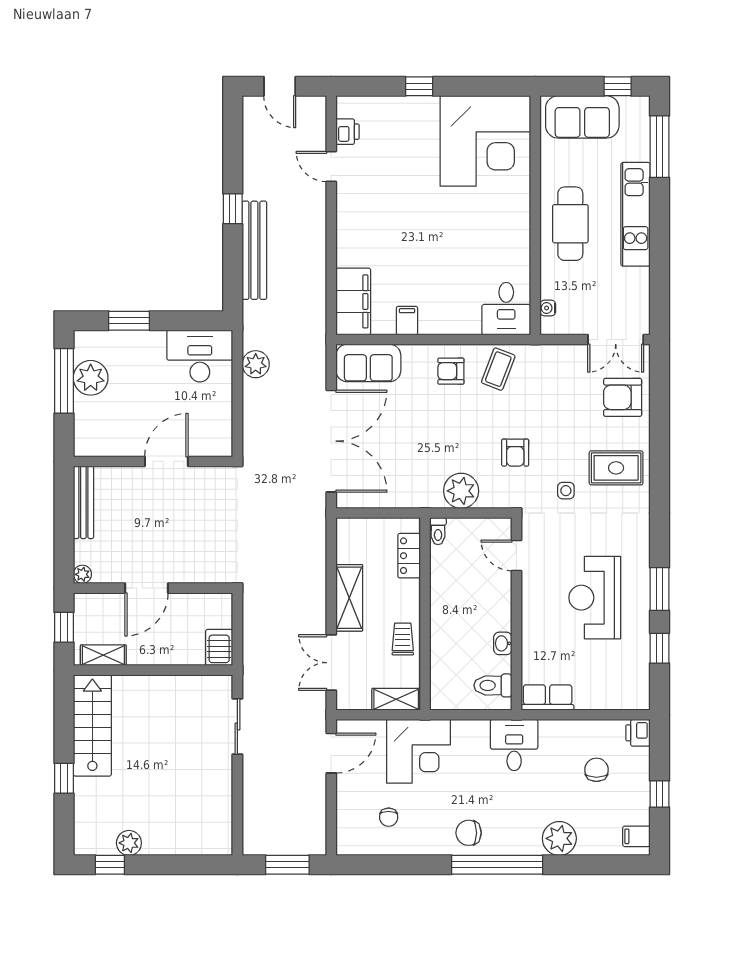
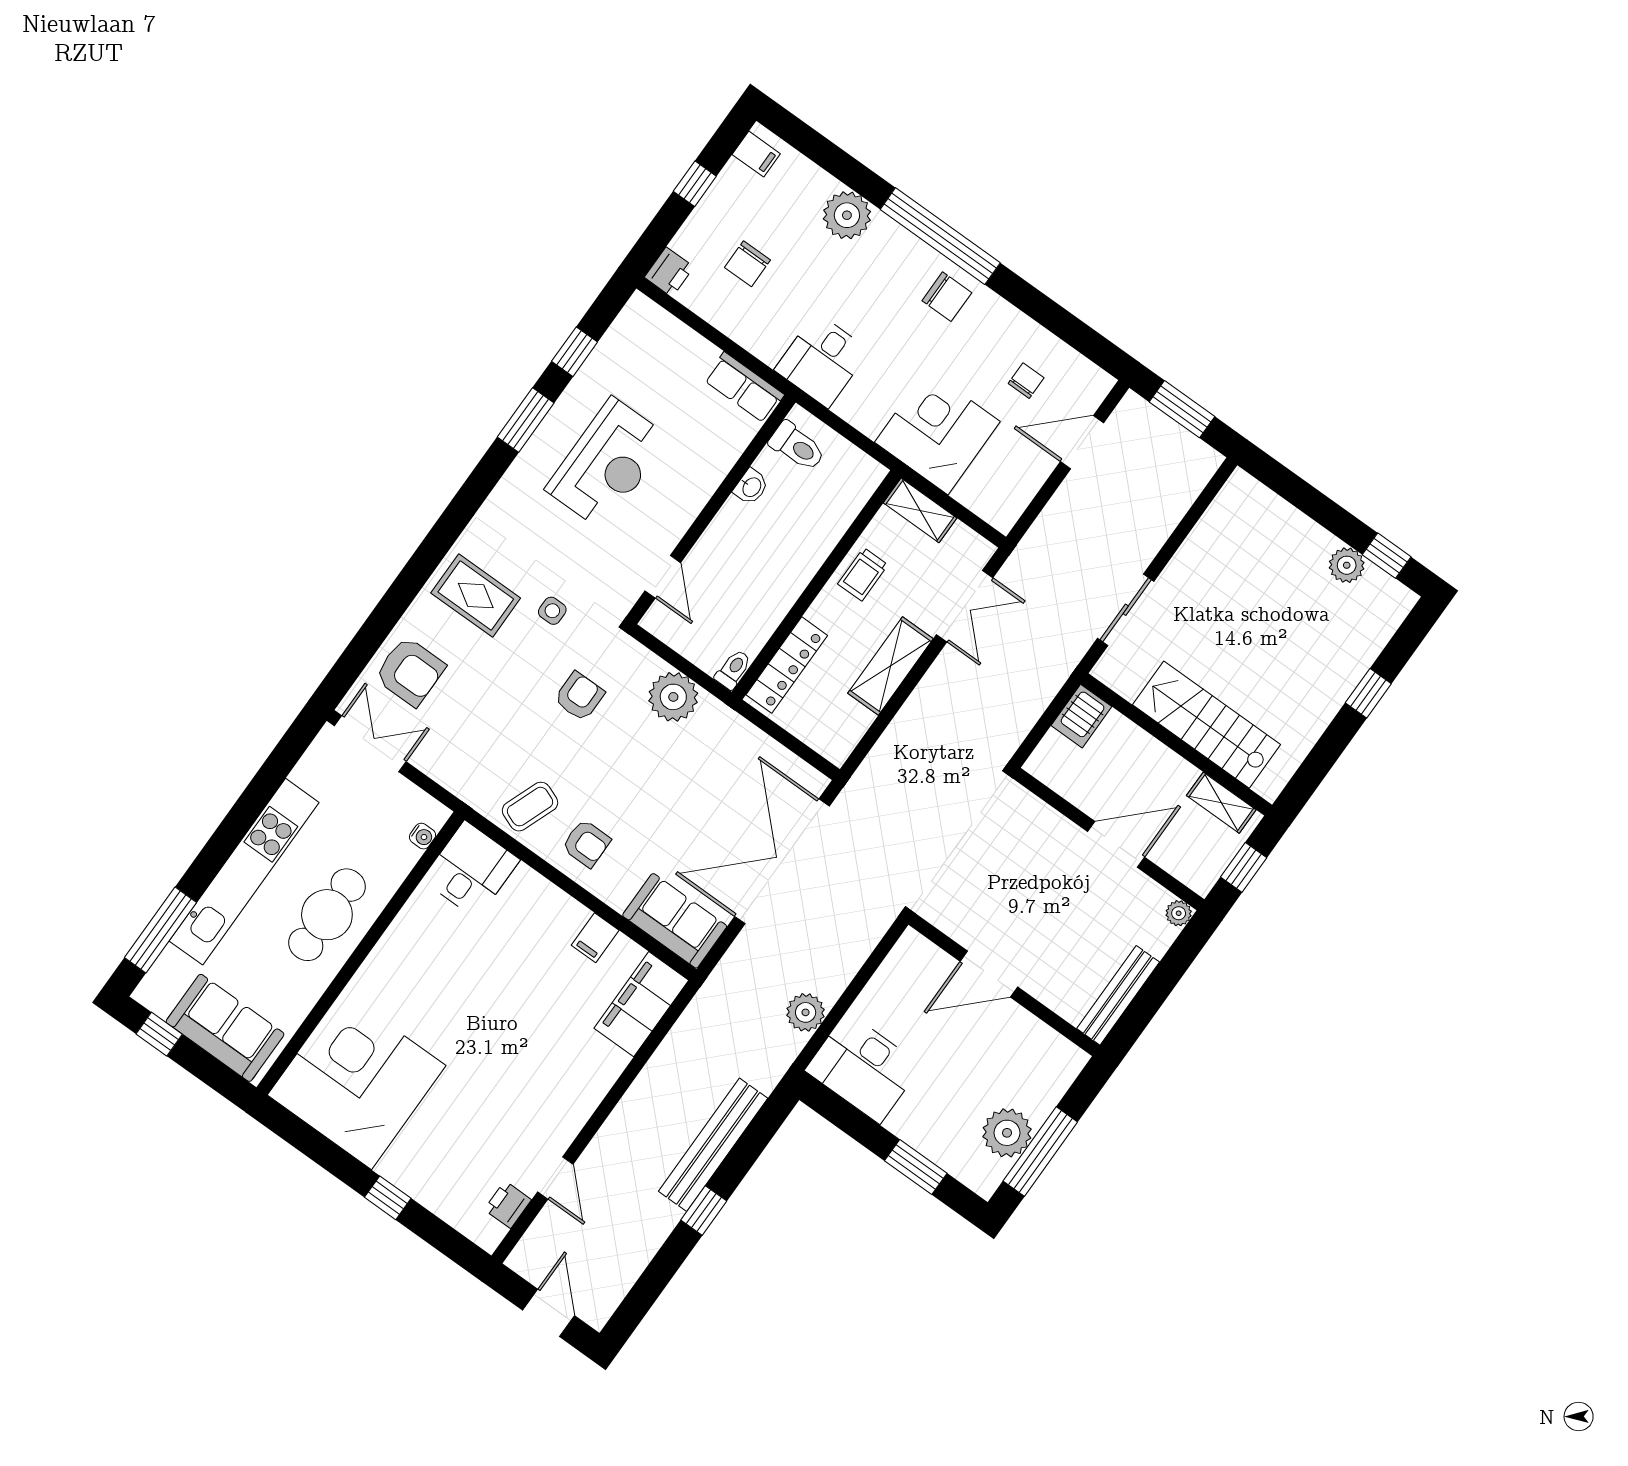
kitchen unit: (636, 214) -> (244, 872), width x1.36
locker: (409, 556) -> (787, 665), width x1.53
stairs: (92, 725) -> (1206, 725), moved, turned 90
door: (331, 753) -> (1082, 442), moved

